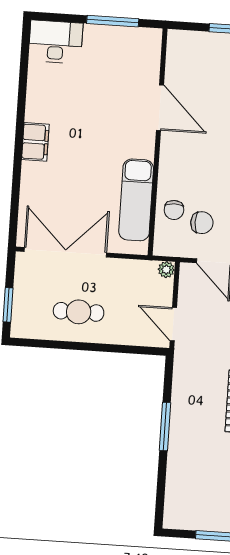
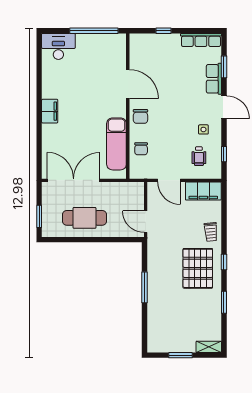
window: (113, 21) -> (94, 31), width x1.46
chair: (202, 223) -> (140, 116), moved, turned 90
plant: (166, 270) -> (139, 187), removed
cafe table: (79, 312) -> (84, 218), width x1.37, depth x1.35

